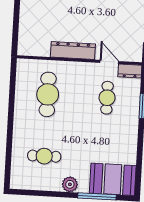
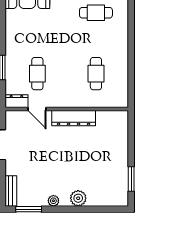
cafe table: (48, 94) -> (96, 74), width x0.73, depth x0.74

